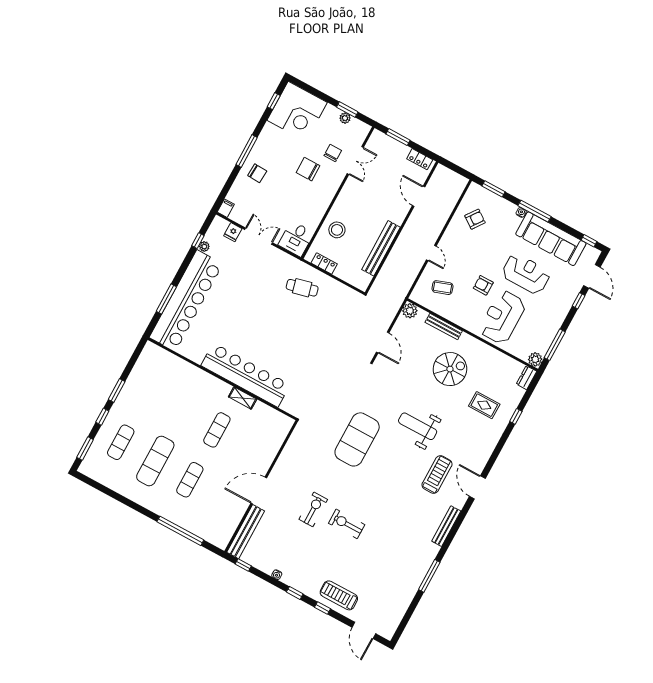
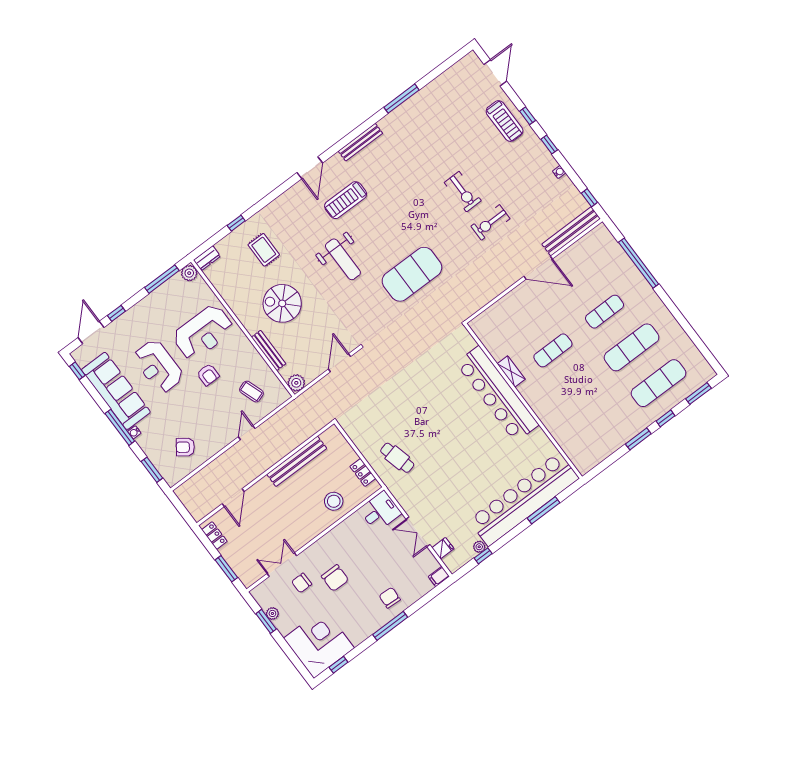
exercise mat: (121, 442) -> (659, 383), width x1.36, depth x1.45

